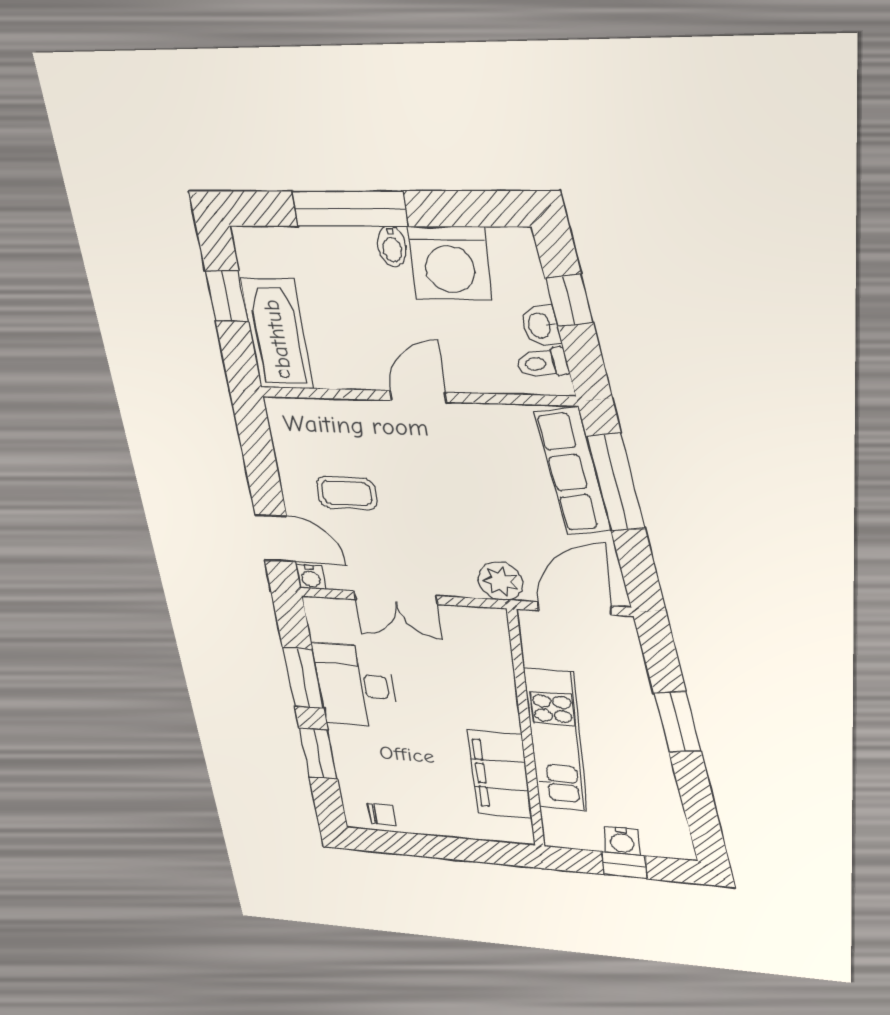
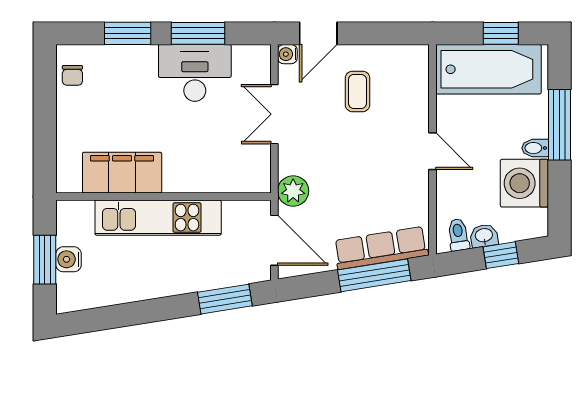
bathtub: (277, 334) -> (488, 69), width x1.36, depth x1.36
window: (677, 722) -> (225, 299), moved
window: (624, 865) -> (45, 260), width x1.50

